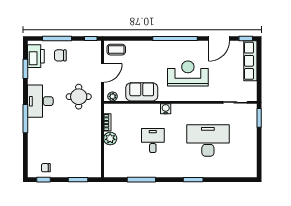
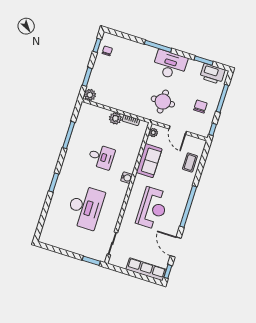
coffee table: (116, 50) -> (190, 162), moved
chair: (60, 55) -> (200, 106), moved
plant: (95, 171) -> (90, 95), added

